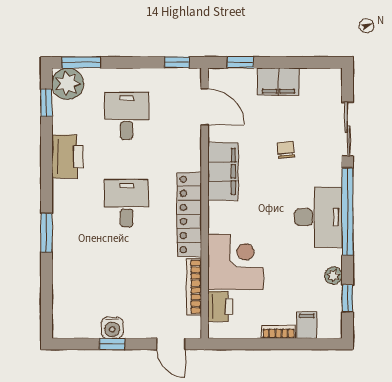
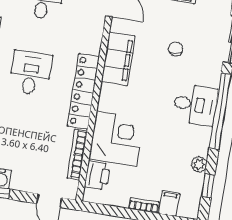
desk: (318, 217) -> (195, 105), width x0.73

